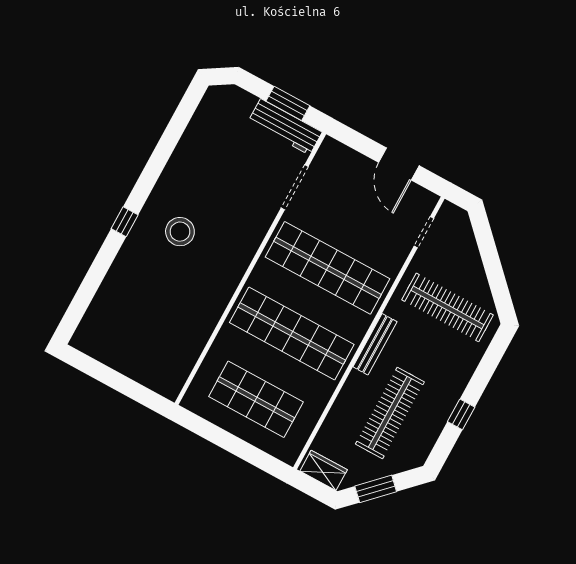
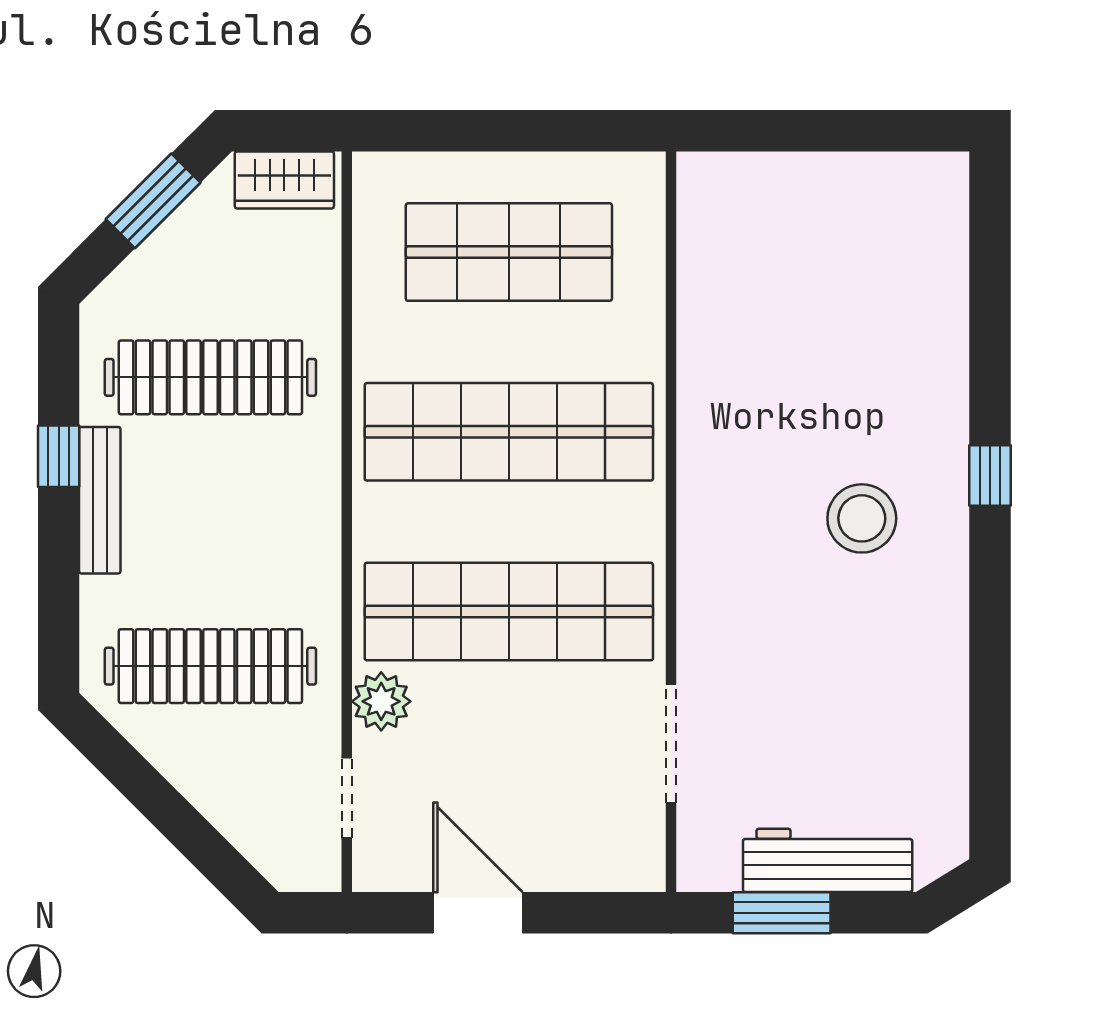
workbench: (285, 127) -> (828, 860), moved
plant: (392, 260) -> (381, 701), added
bench: (375, 344) -> (100, 500), moved
clothes rail: (390, 413) -> (210, 377), turned 90

